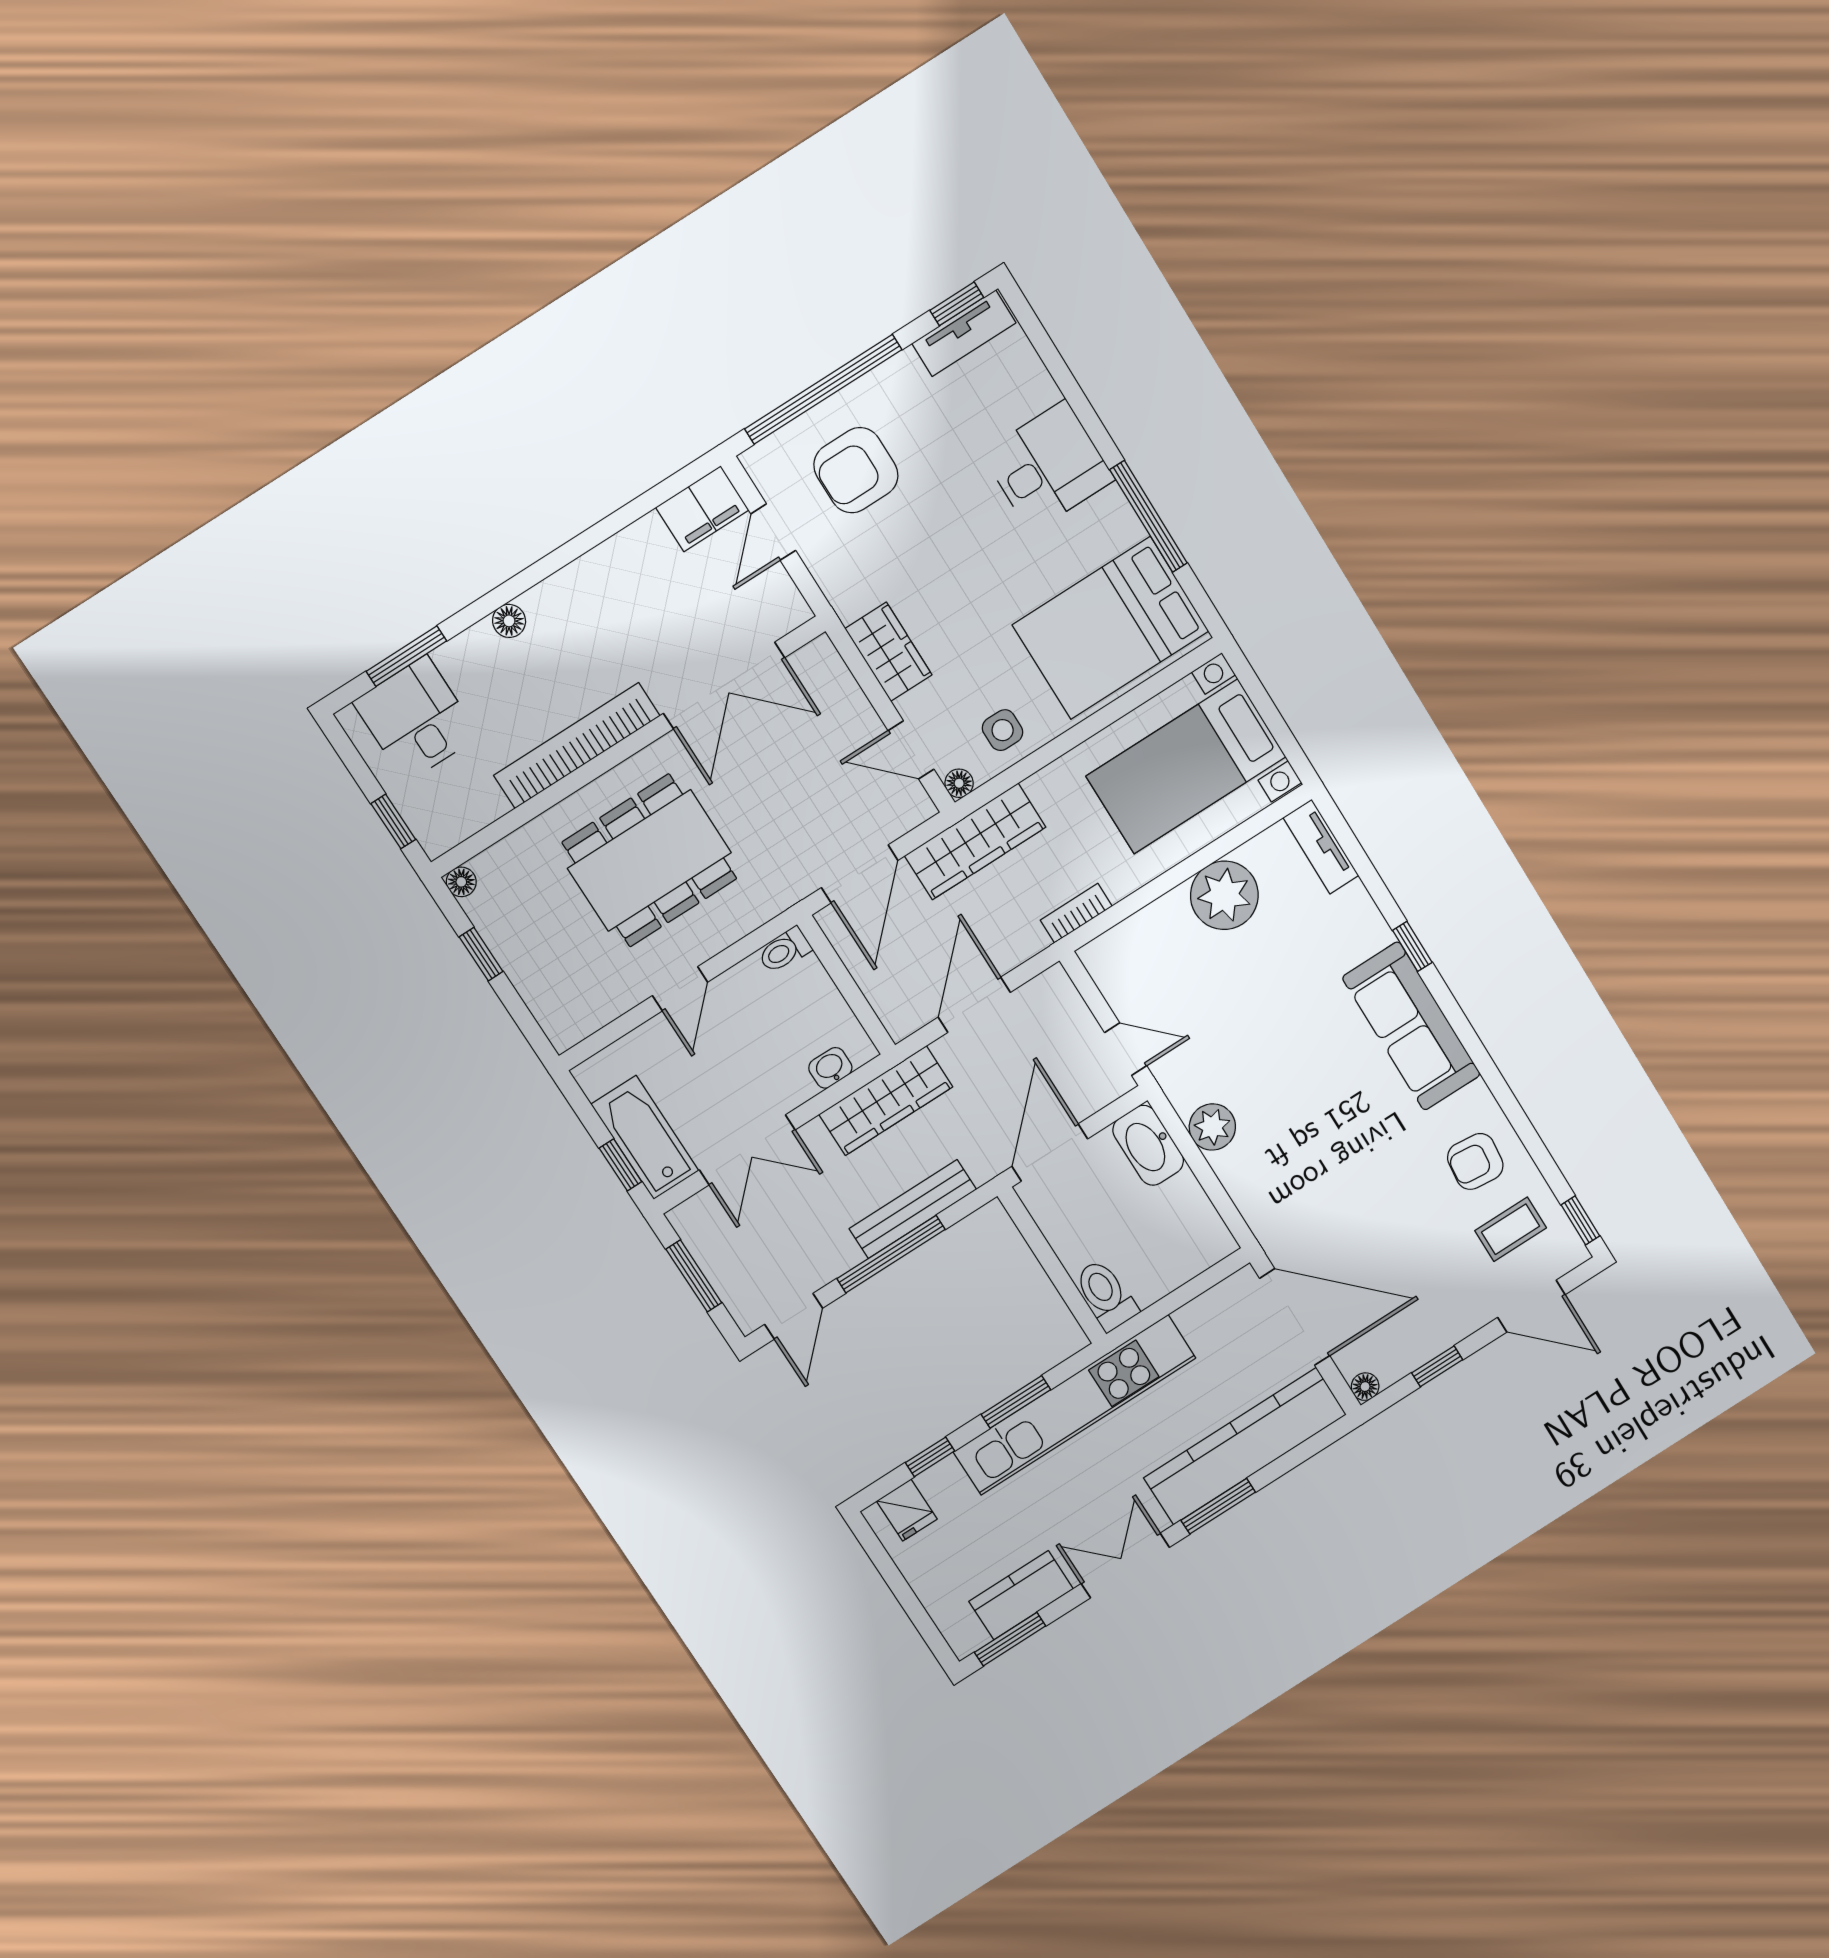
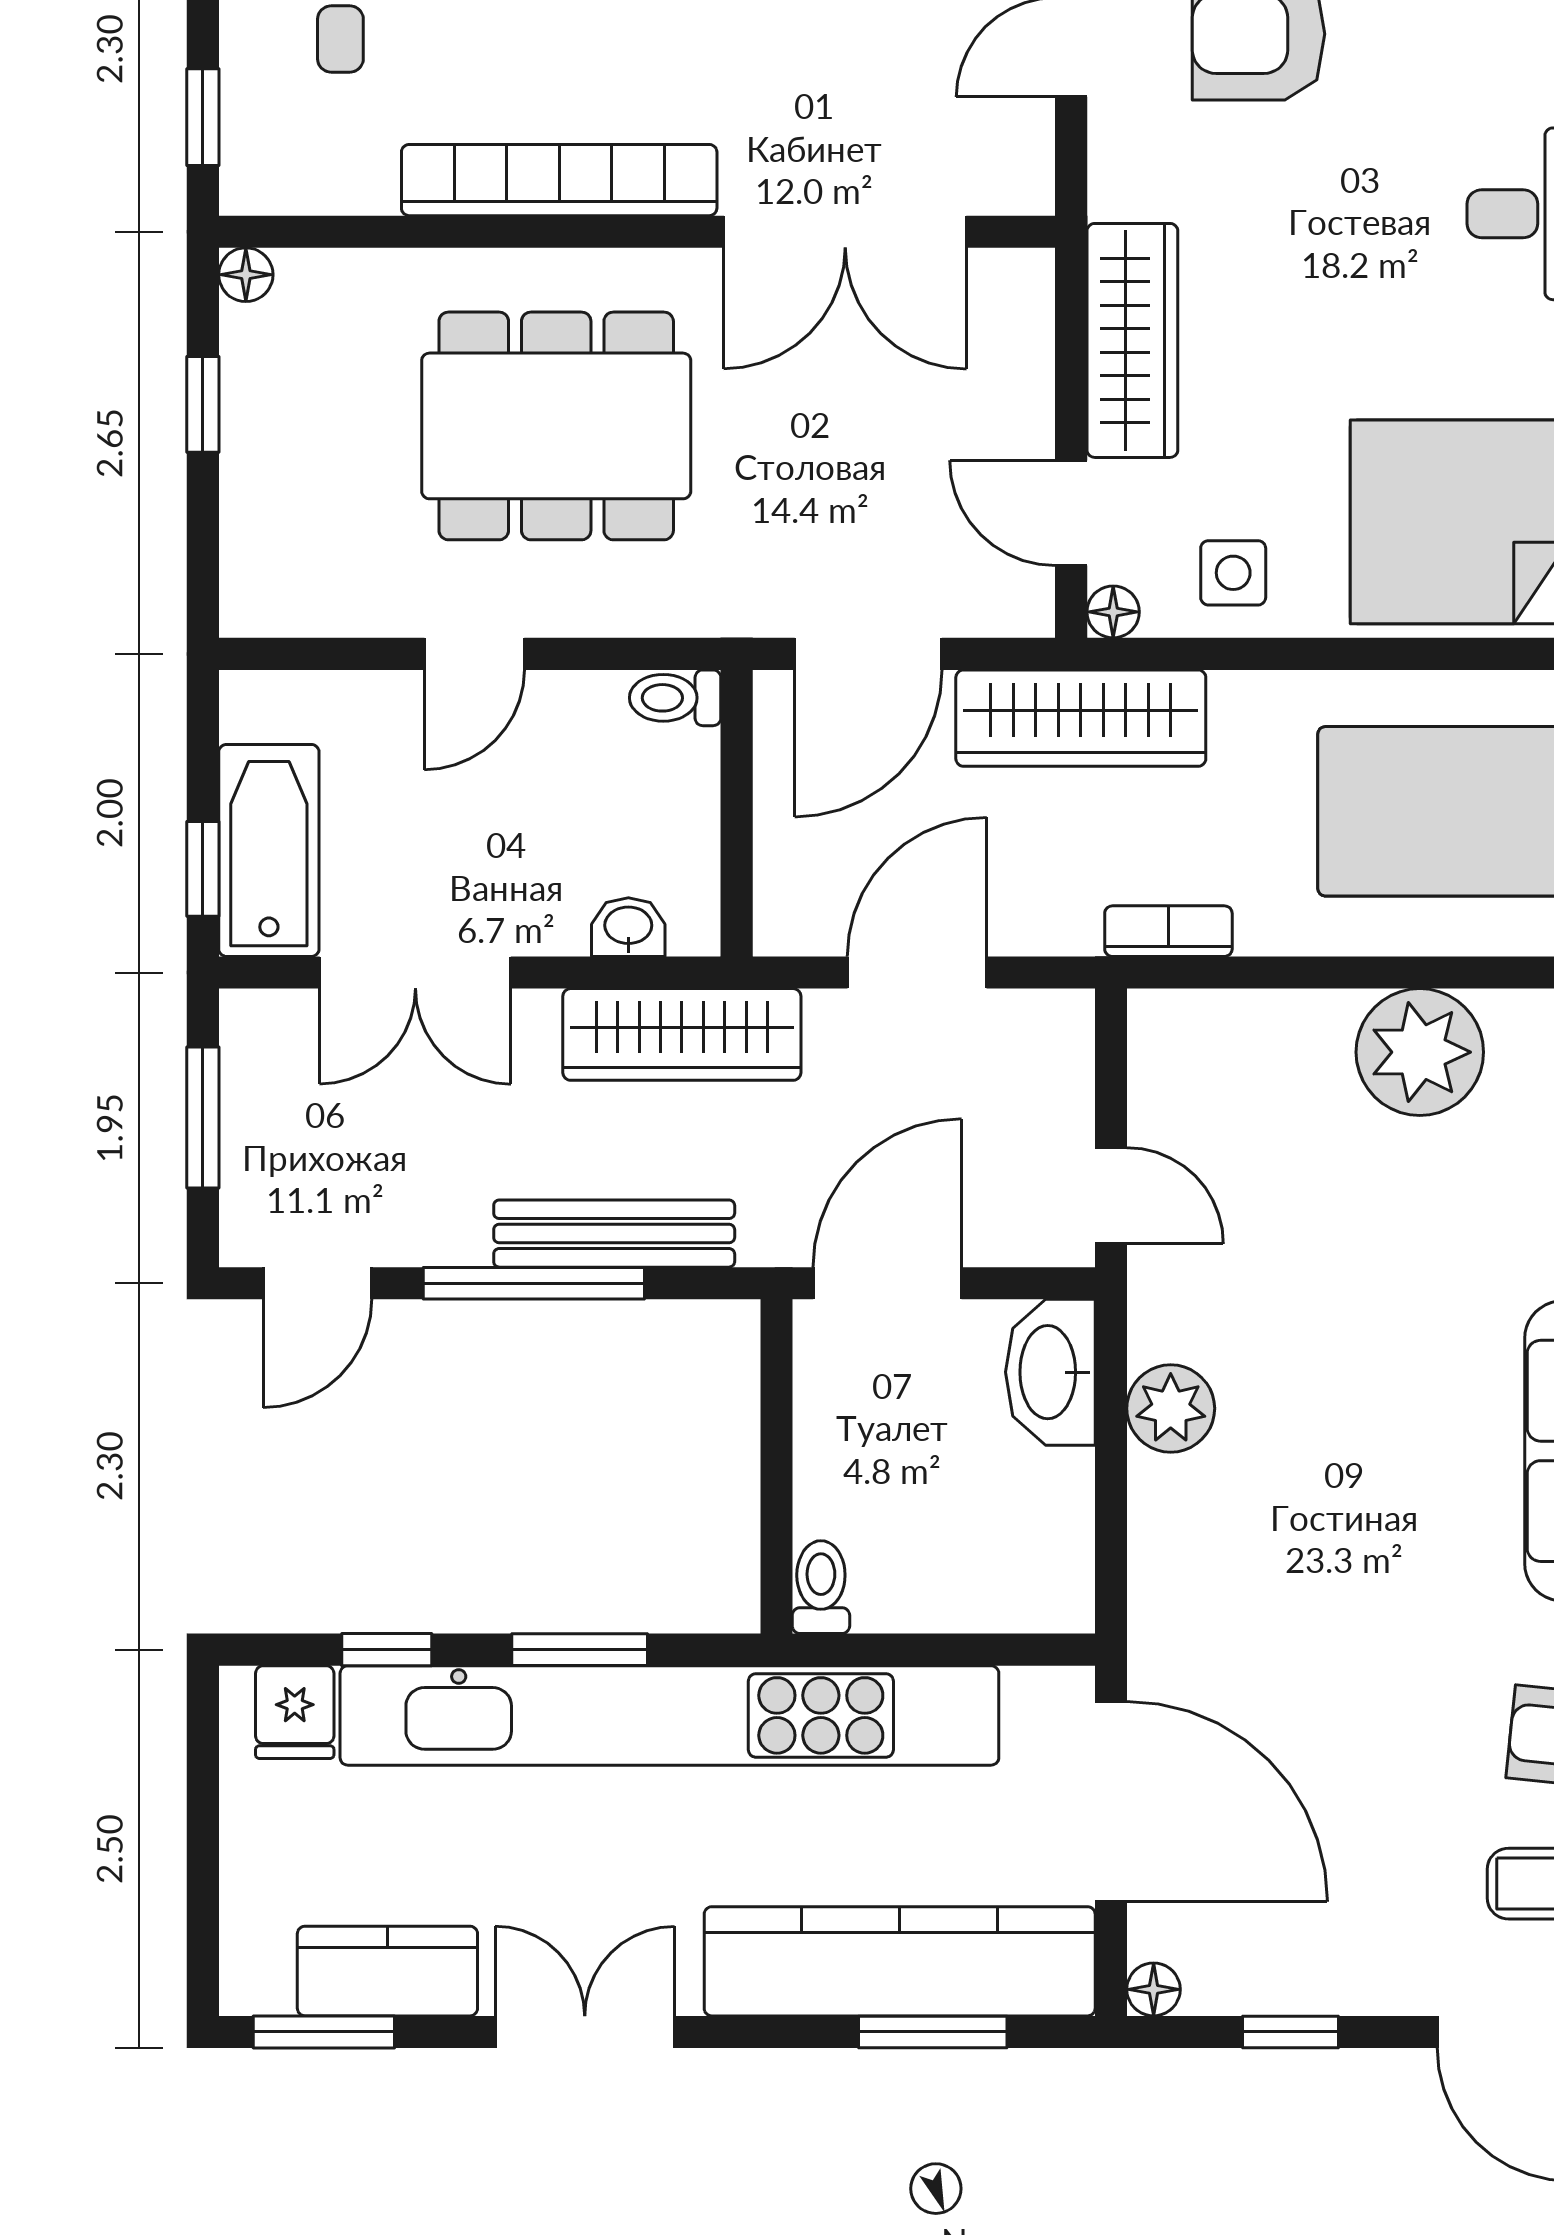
wardrobe: (888, 652) -> (1132, 340), width x1.50
toilet: (1106, 1295) -> (821, 1587), width x0.73, depth x0.72
kitchen unit: (1074, 1405) -> (669, 1715), width x1.36
window: (1218, 1506) -> (933, 2032), moved

